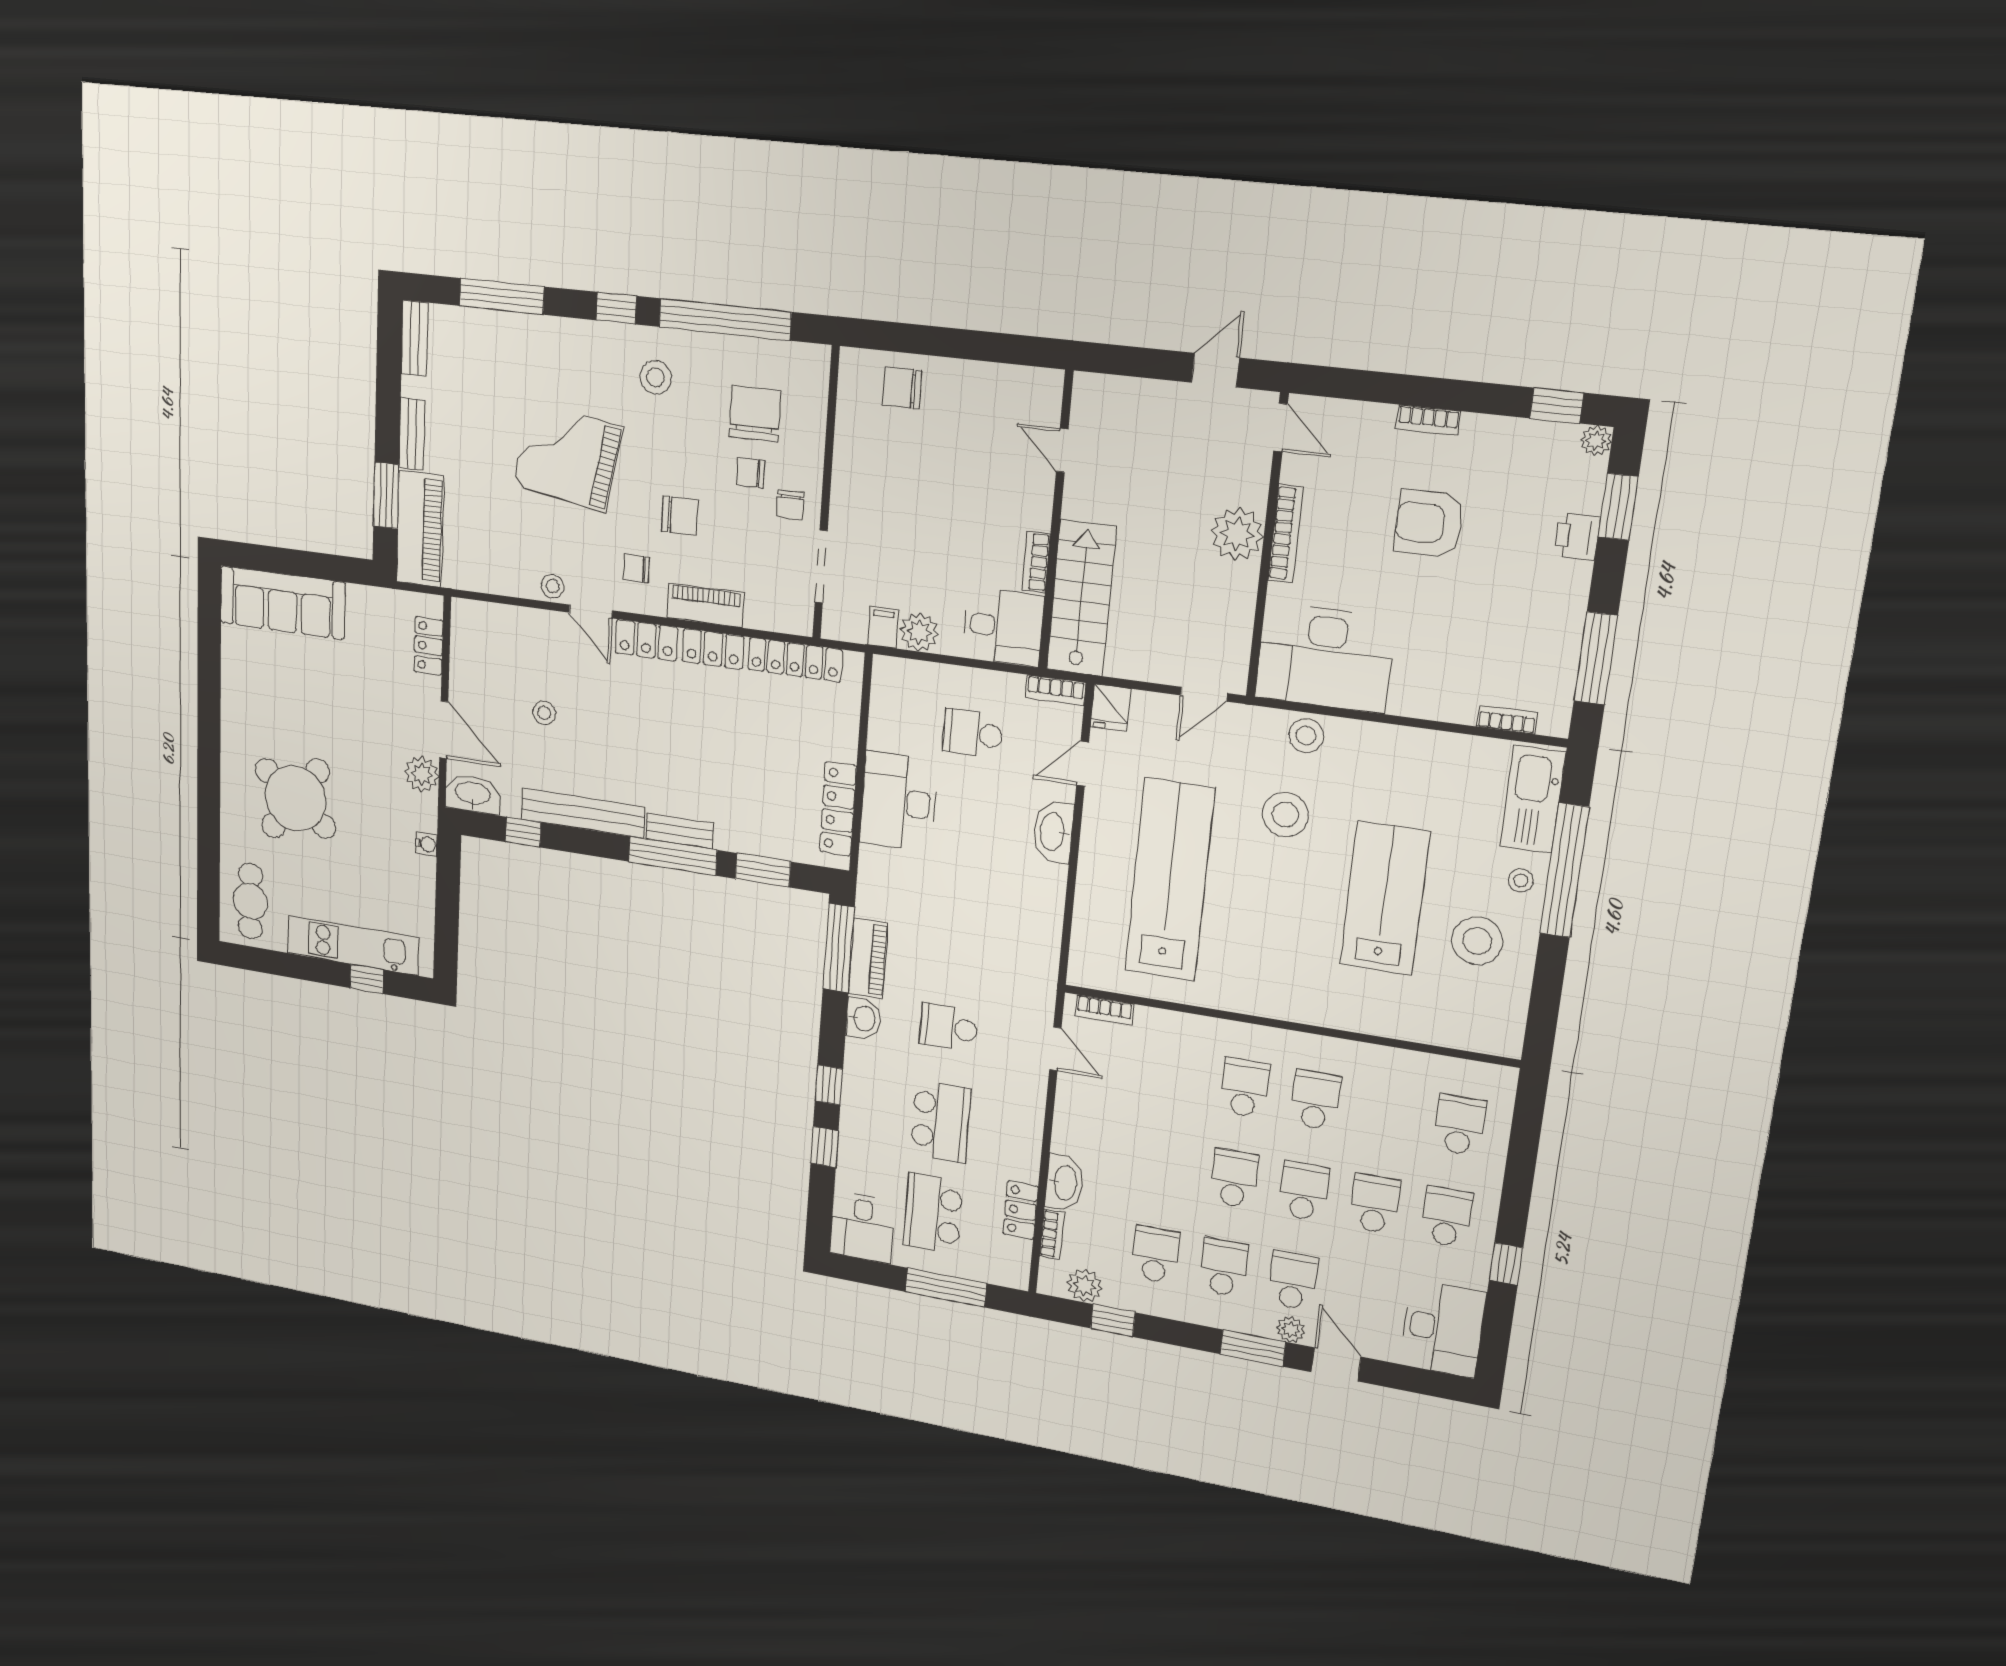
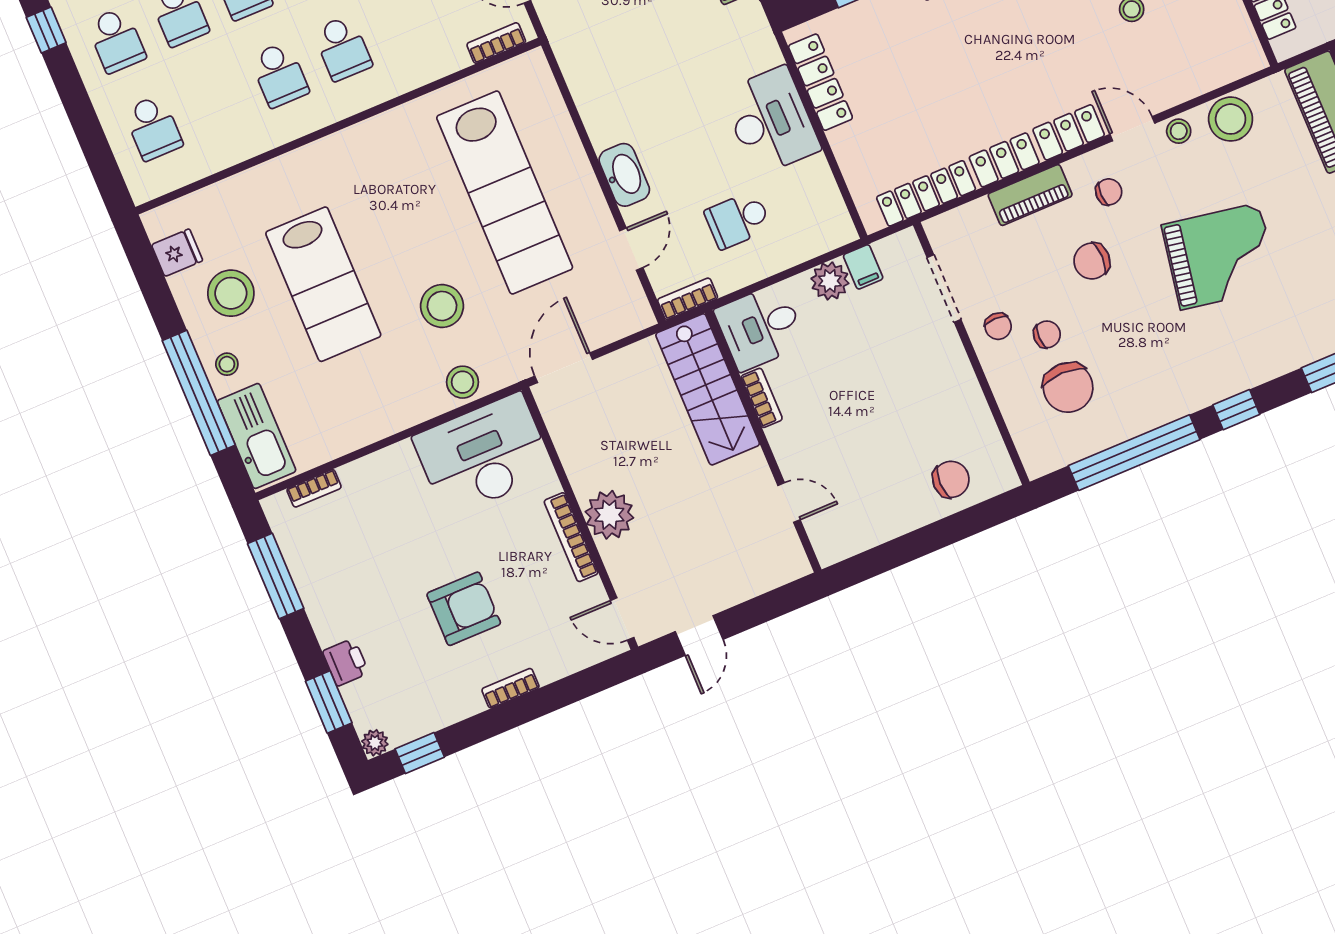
stool: (655, 377) -> (1231, 119), moved, width x1.38, depth x1.38
chair: (790, 505) -> (998, 326), turned 180
door: (1204, 694) -> (564, 368), width x1.38
fridge: (1110, 708) -> (177, 253), moved, turned 90
school desk: (973, 733) -> (738, 220), turned 180

